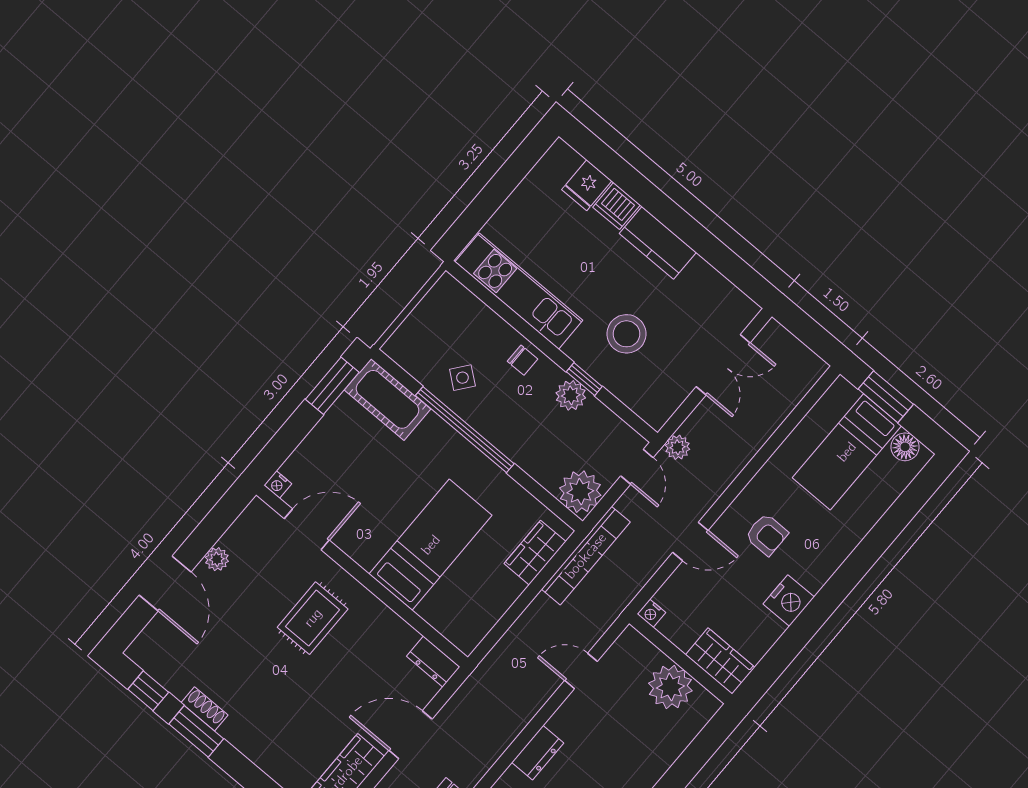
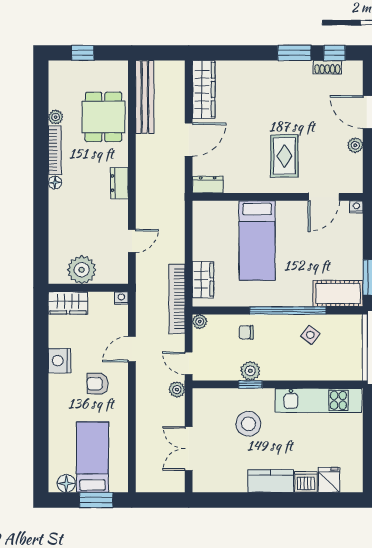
chair: (523, 360) -> (246, 332), moved
plant: (580, 492) -> (200, 322), width x0.53, depth x0.53
shoe rack: (205, 709) -> (327, 67), moved

